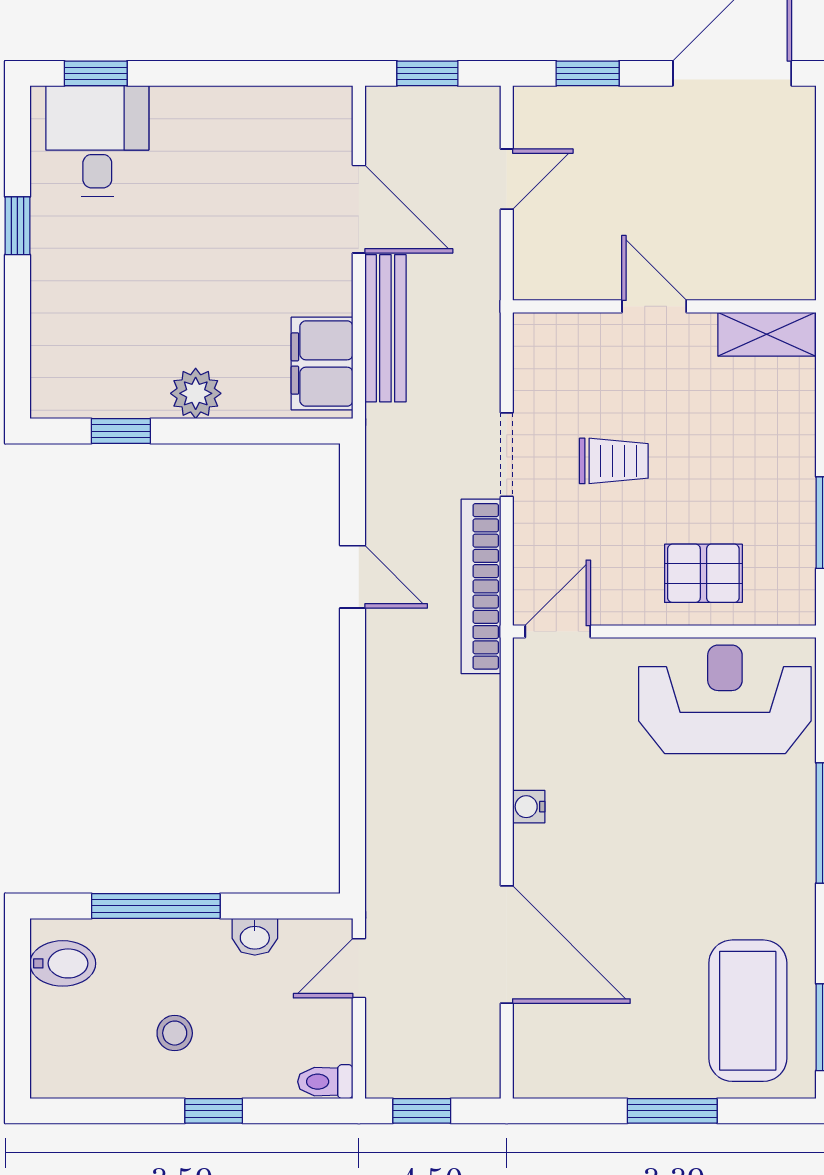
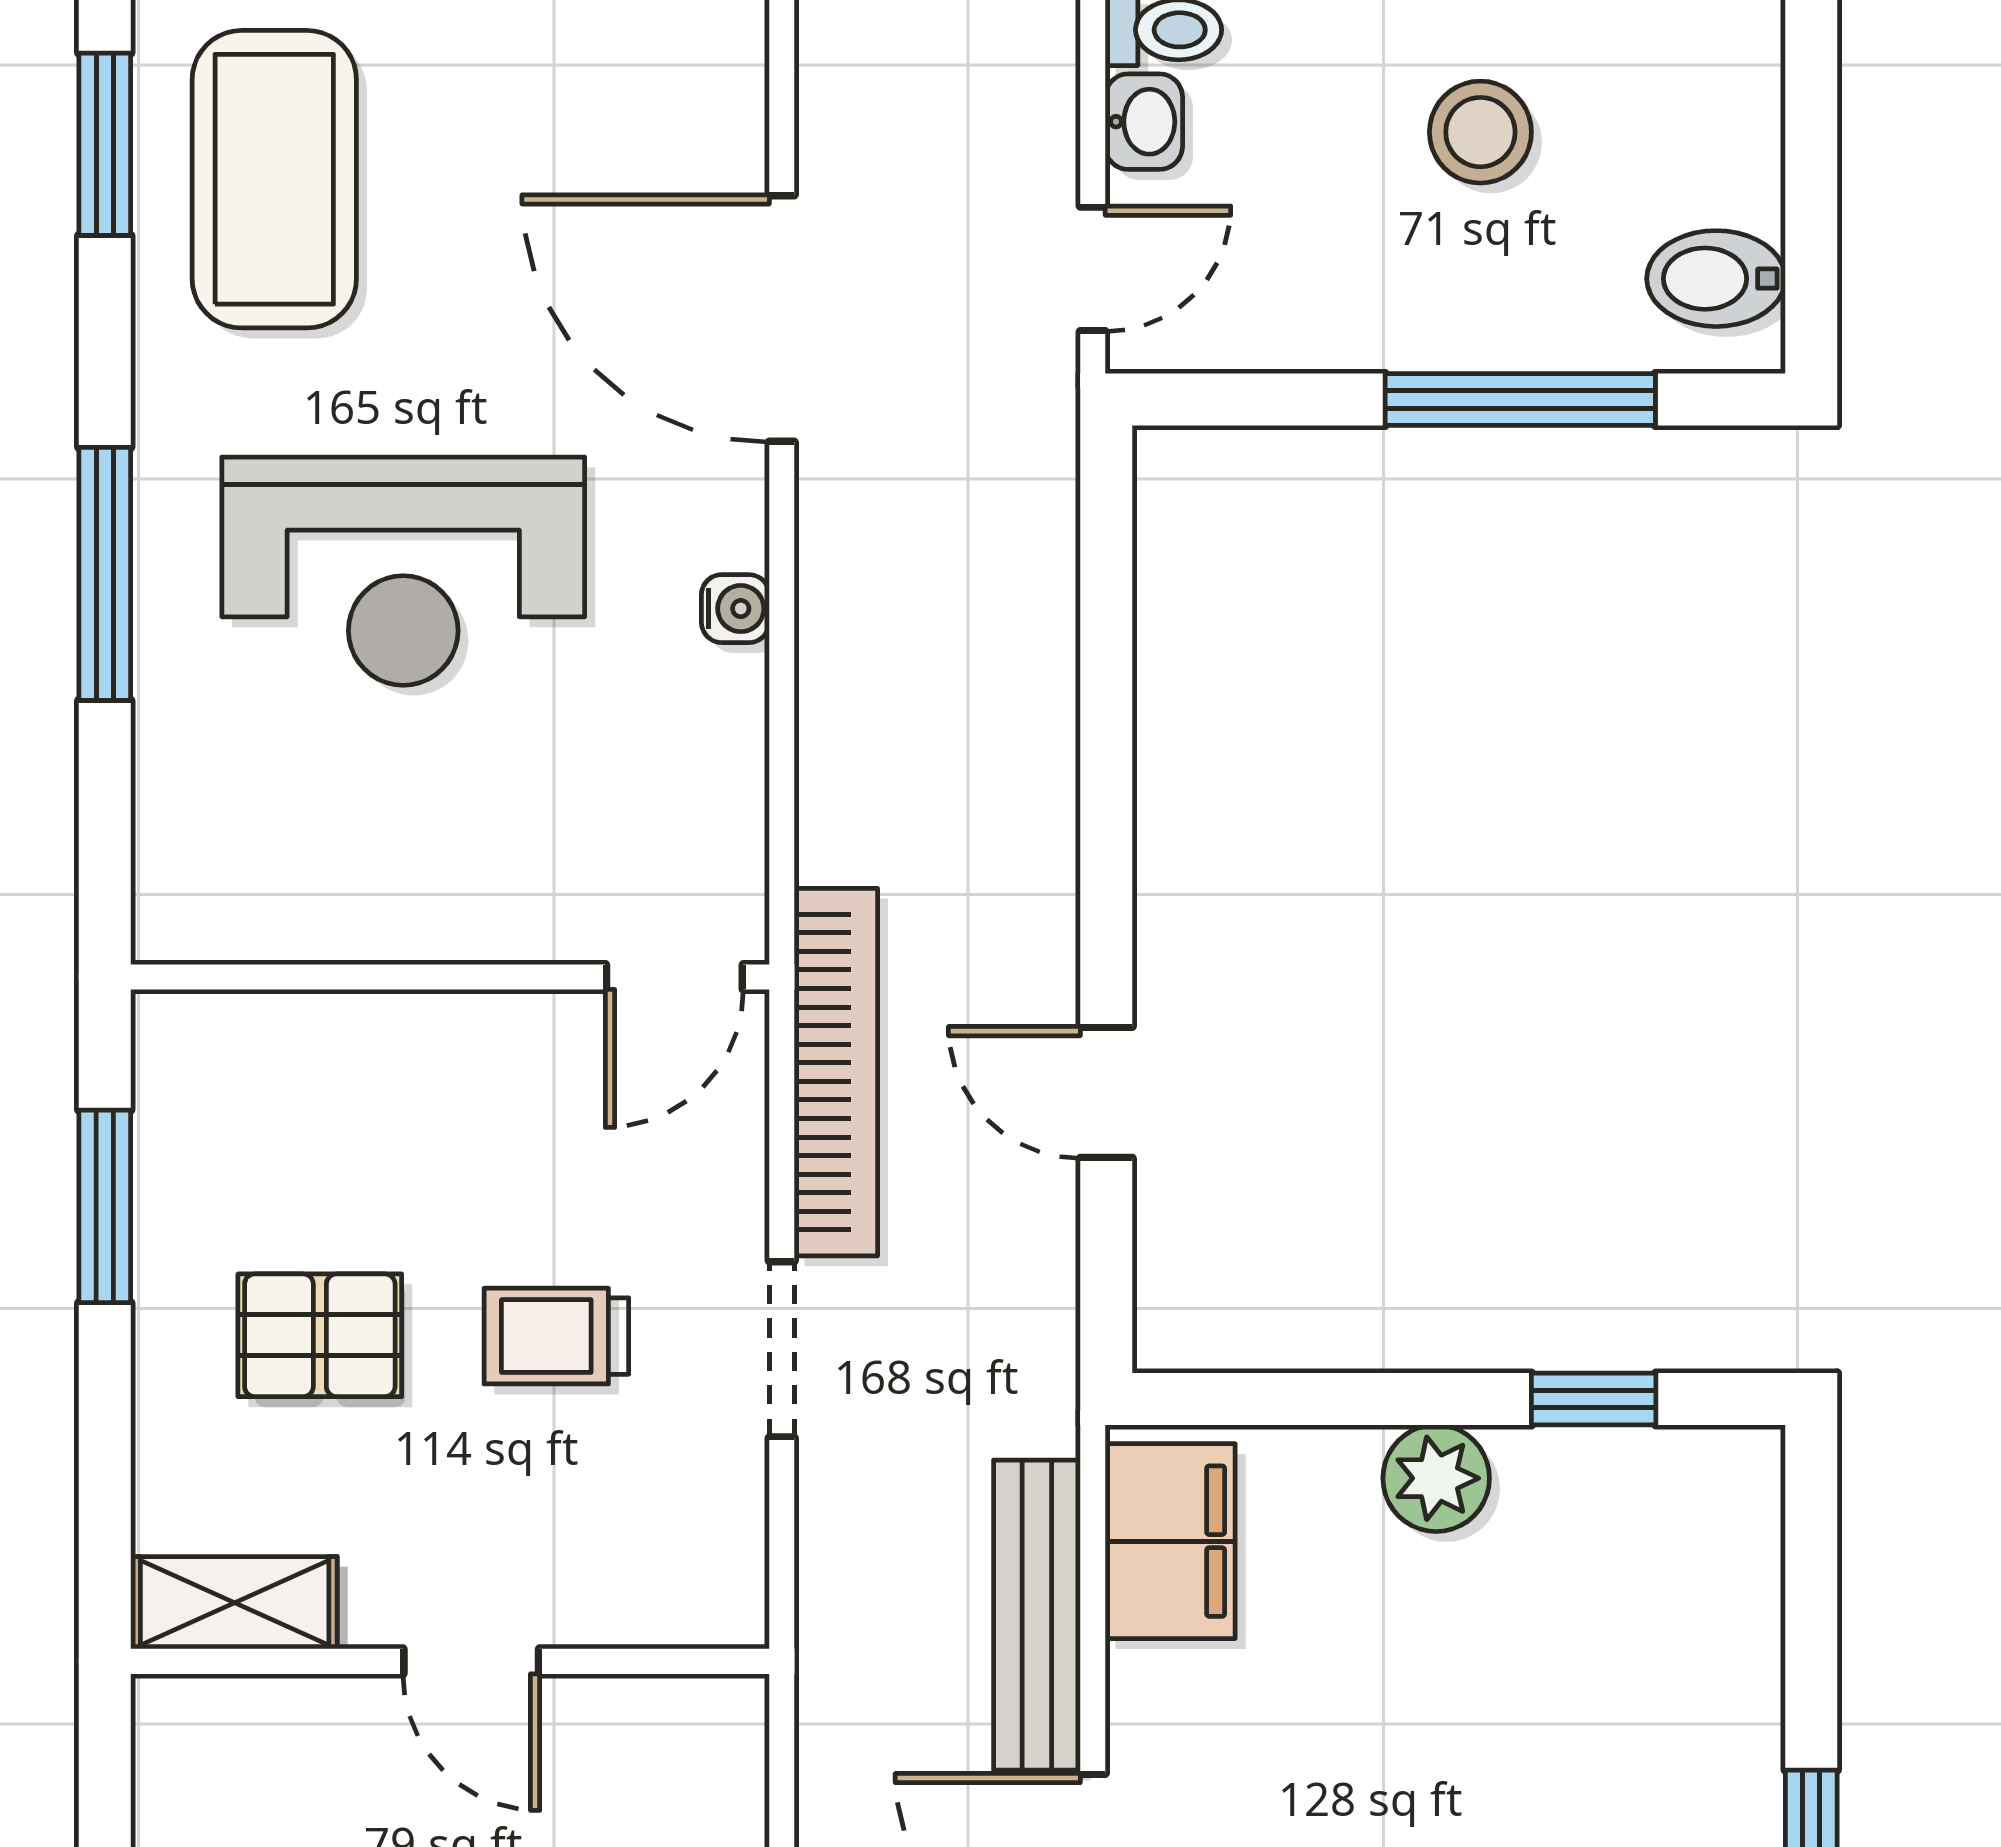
pallet: (703, 573) -> (320, 1335), moved
reception desk: (725, 699) -> (403, 571), moved
washbasin: (255, 937) -> (1144, 122), moved, turned 90
stool: (175, 1033) -> (1480, 132), width x1.37, depth x1.37

